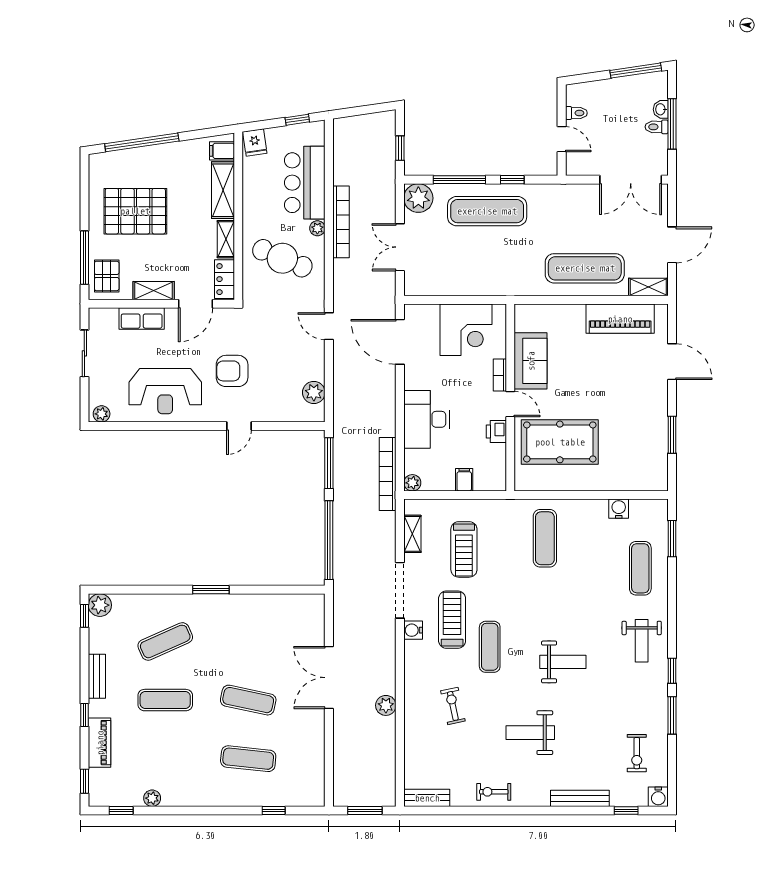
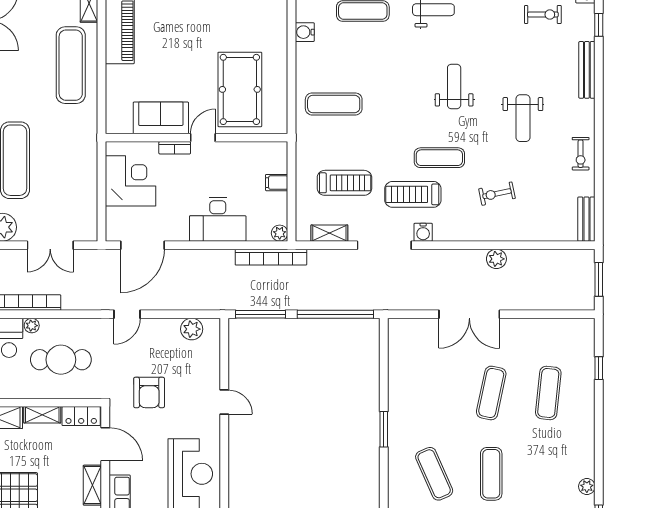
cafe table: (282, 258) -> (61, 360), turned 67
armchair: (232, 371) -> (149, 392), moved
printer: (496, 431) -> (230, 151), removed

